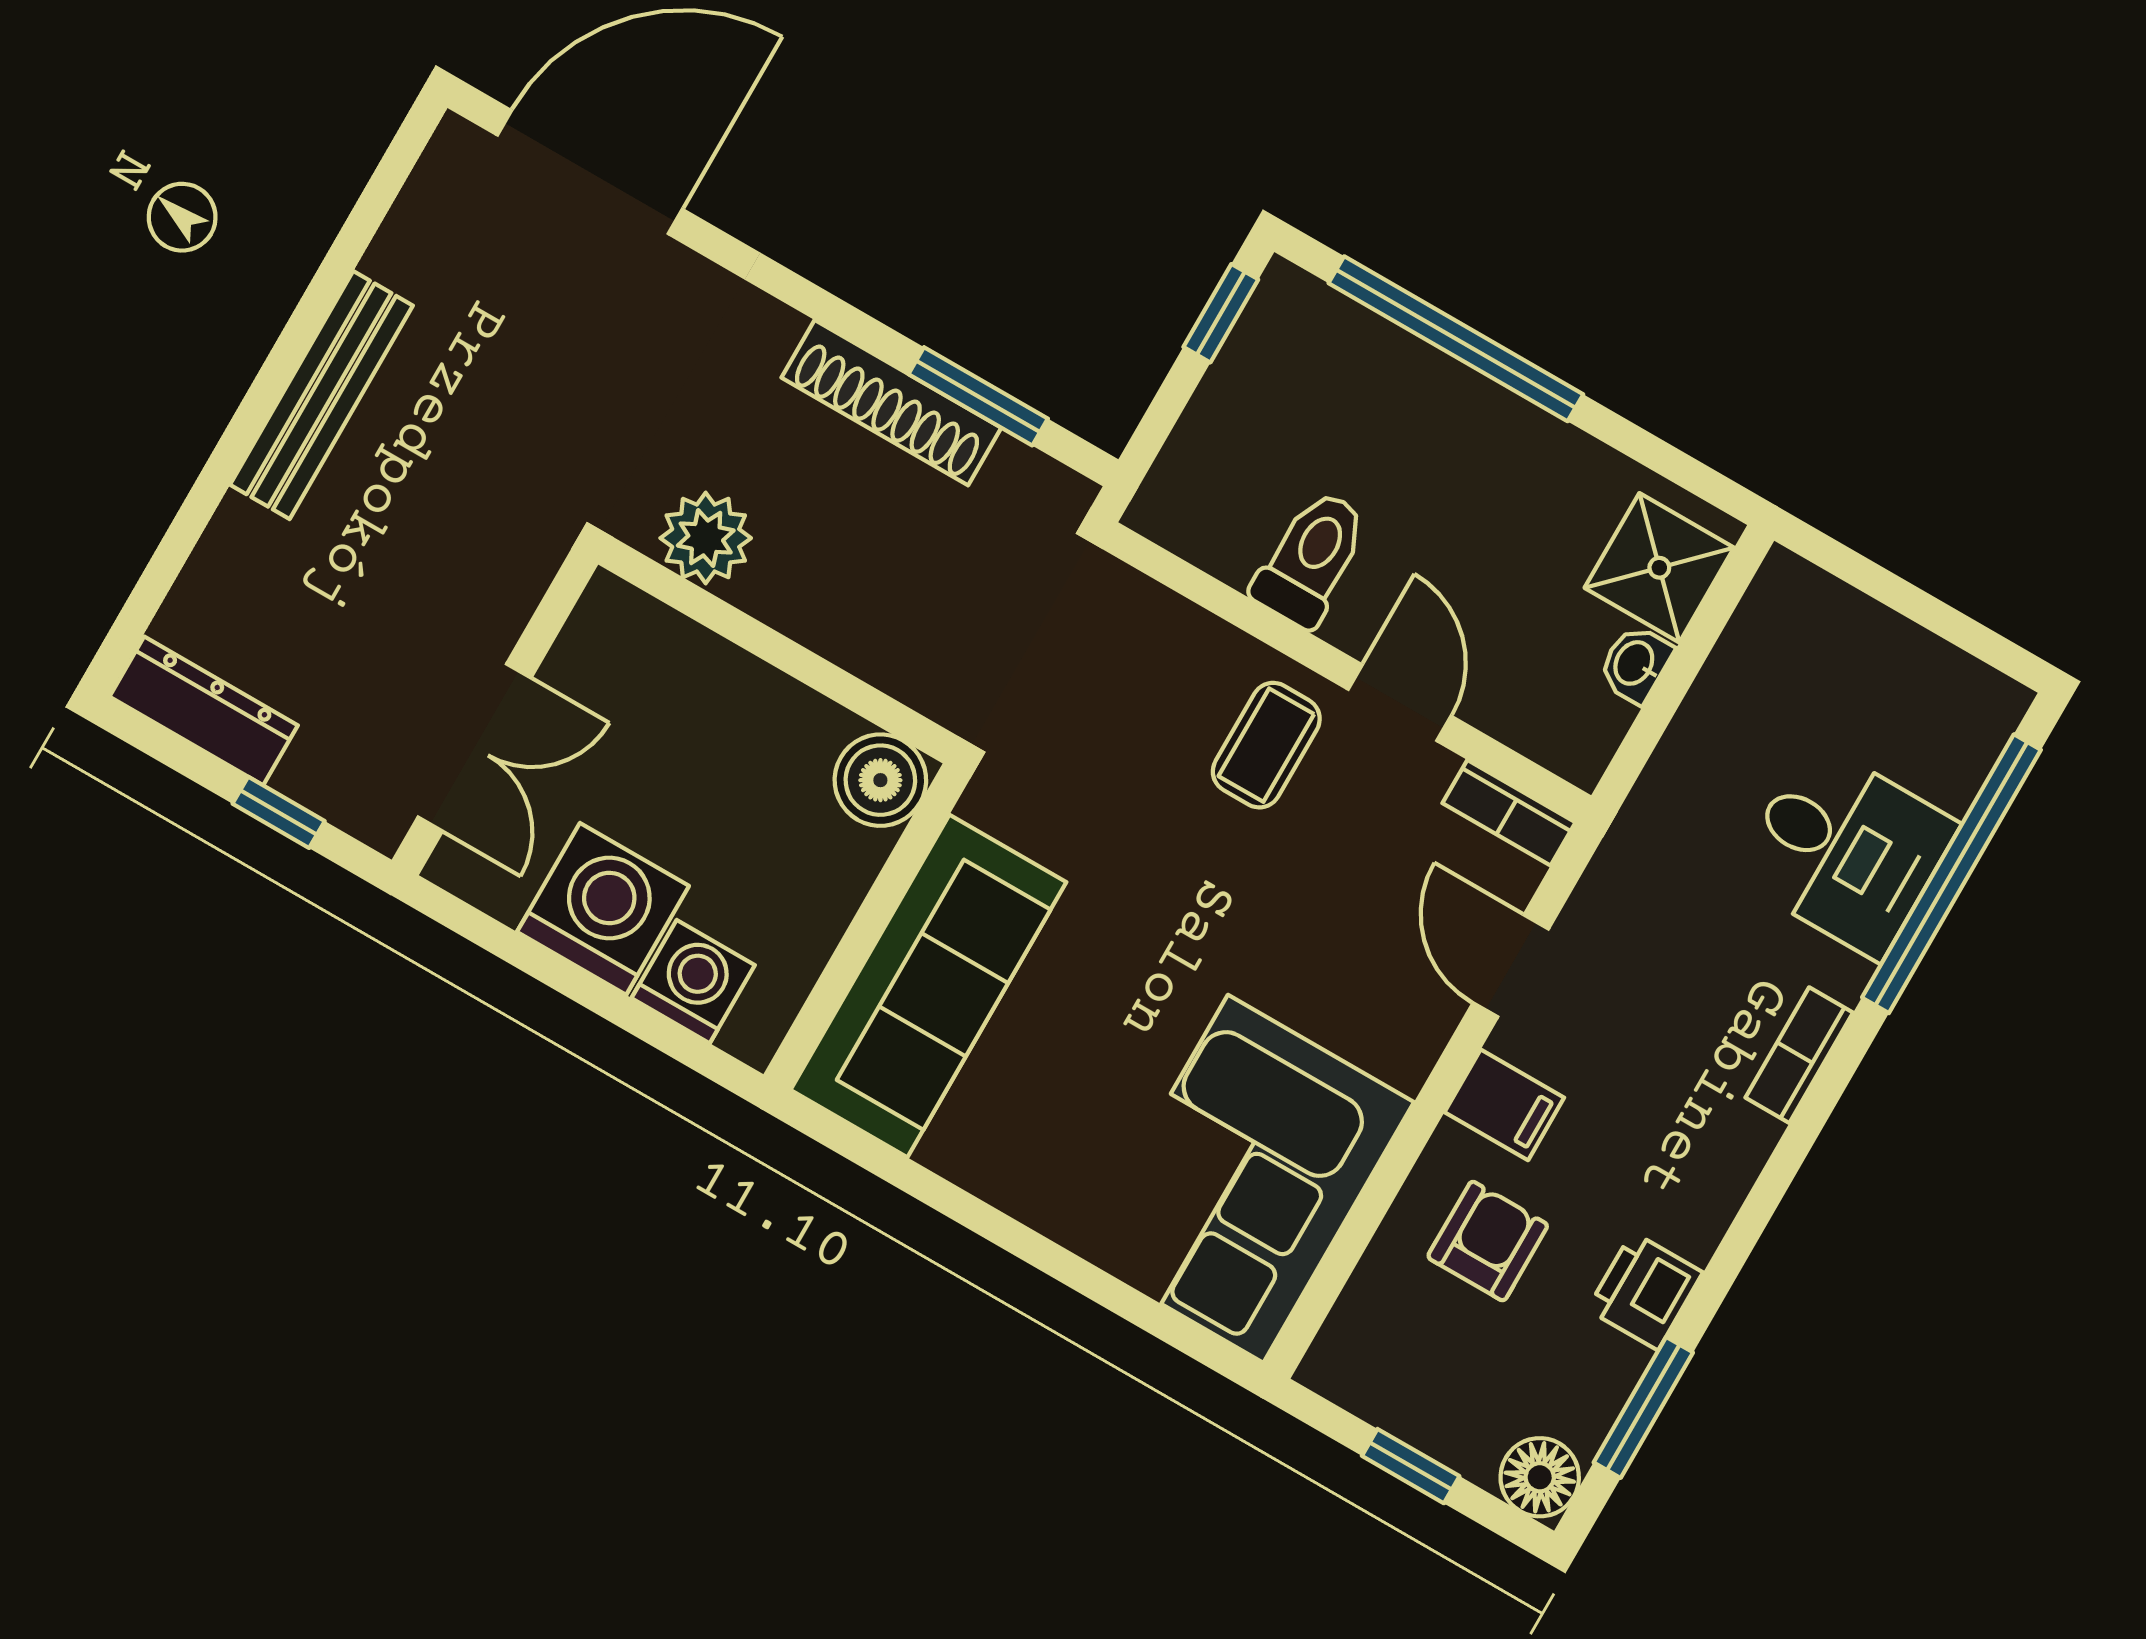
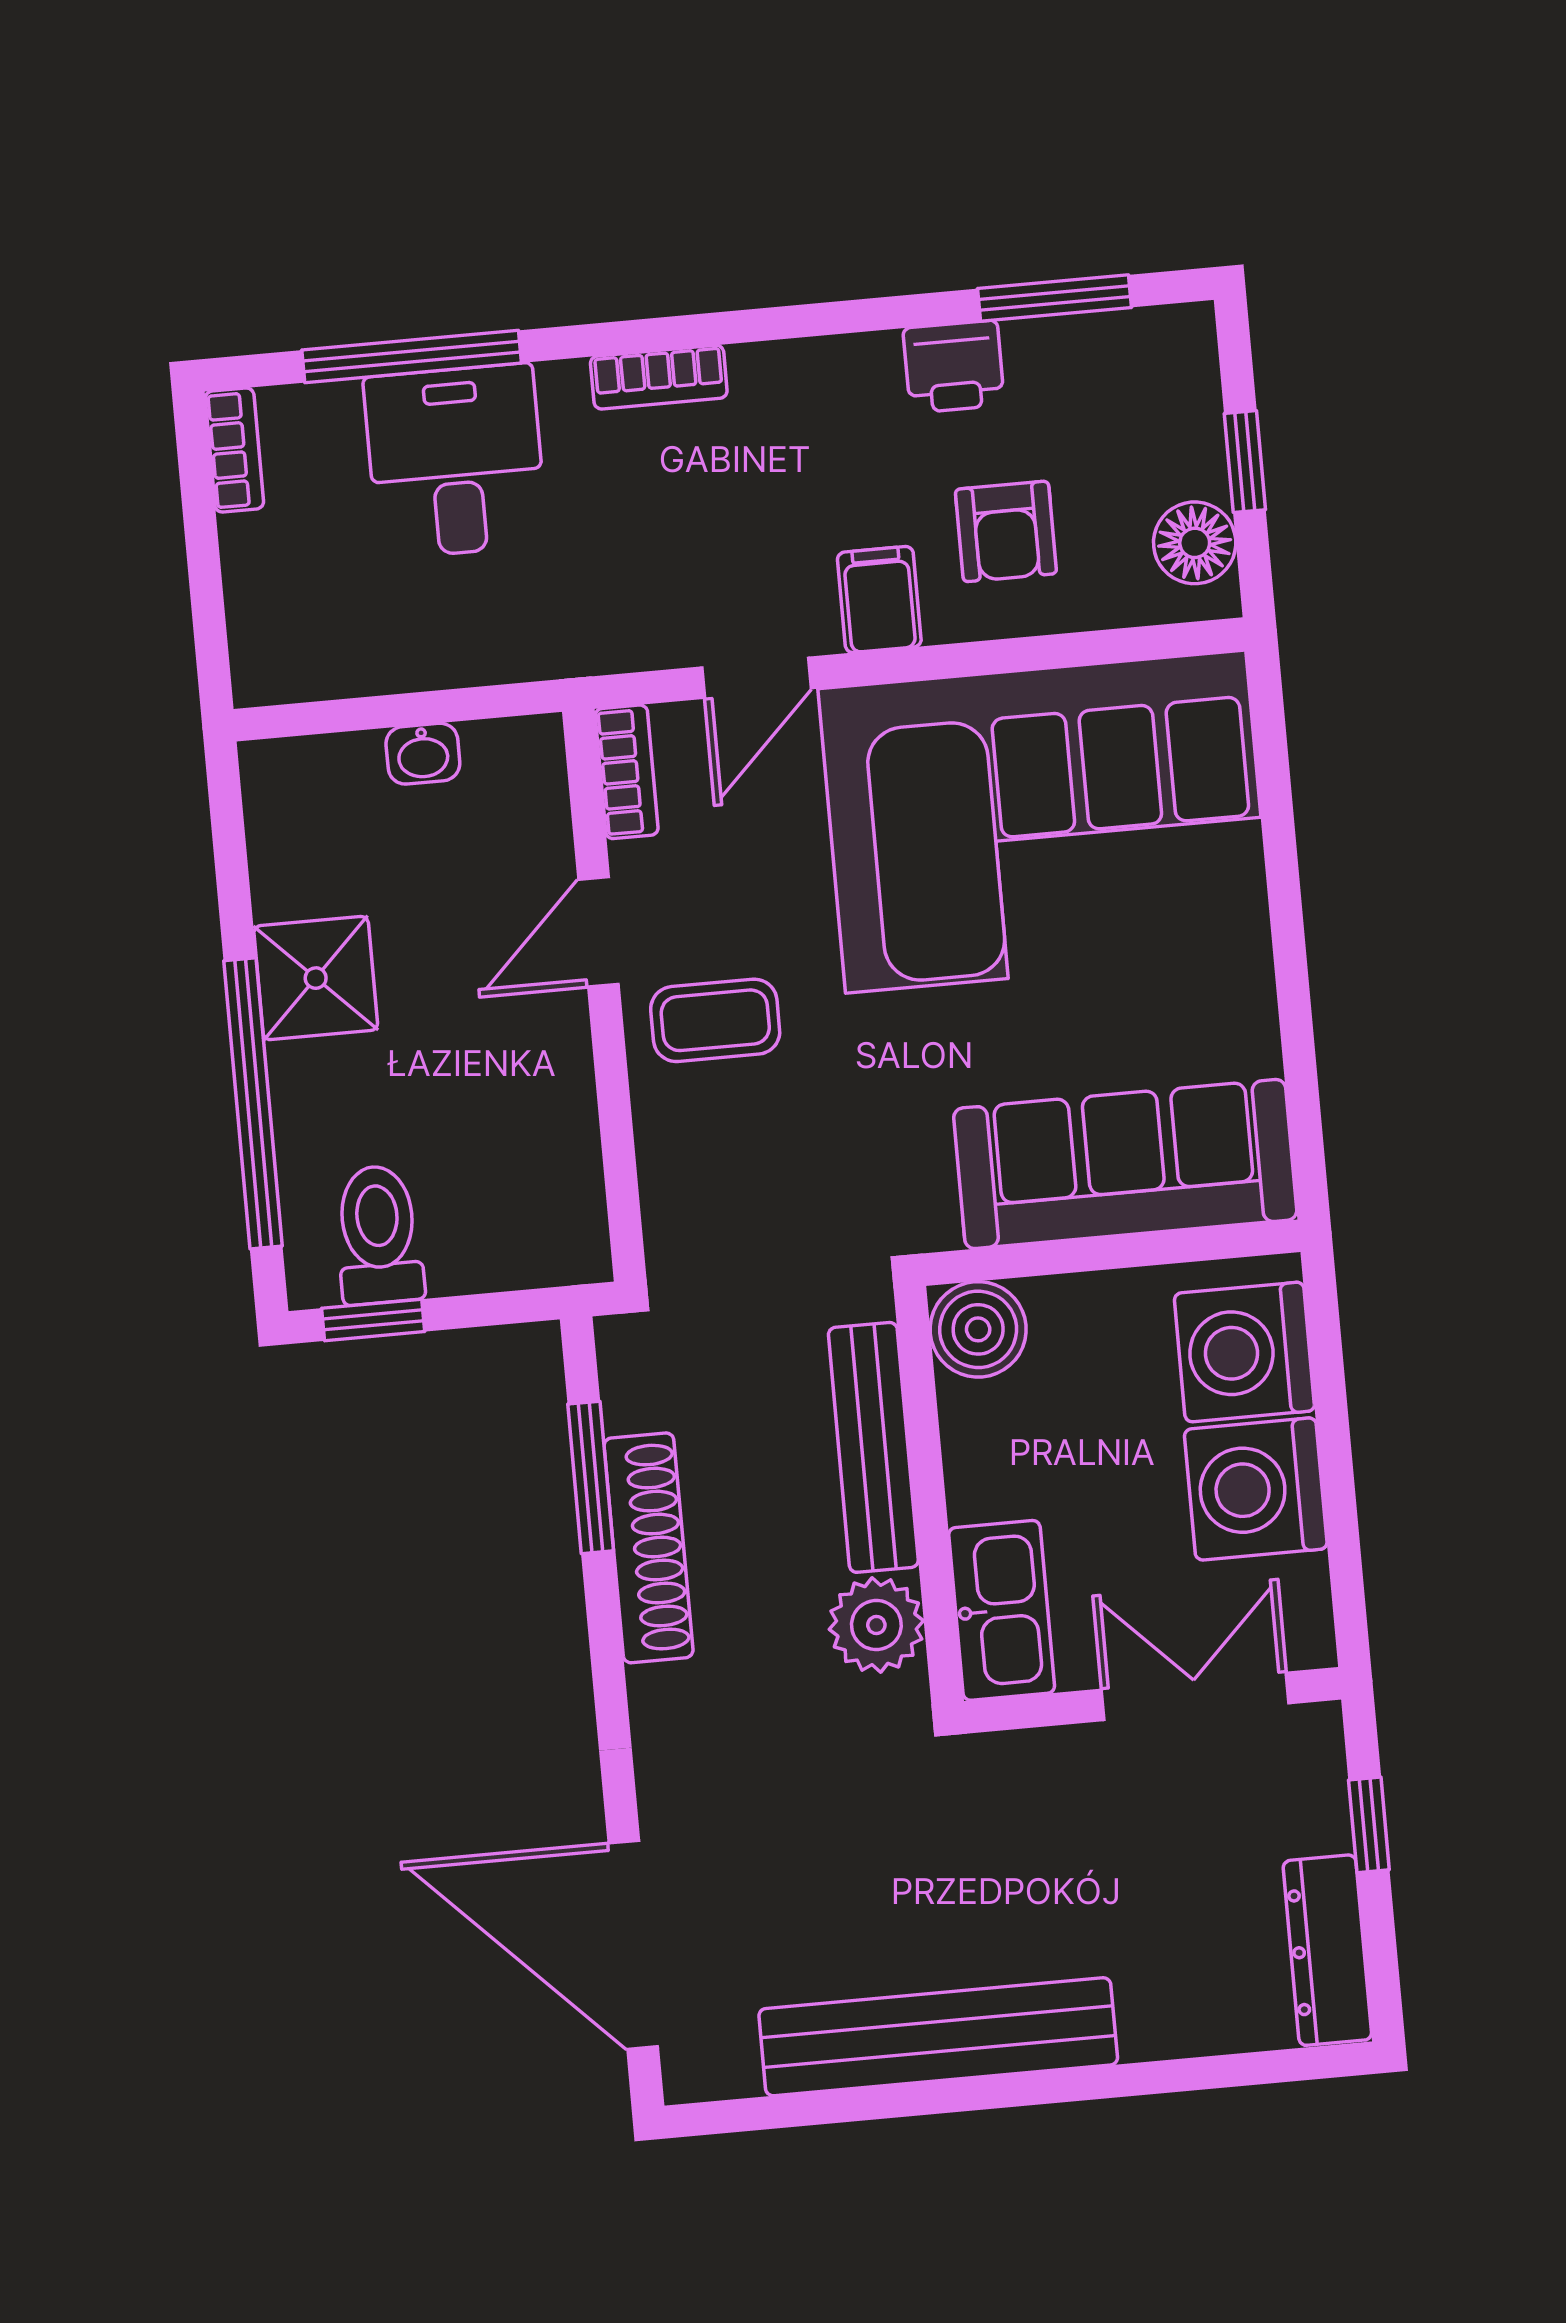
bench: (321, 395) -> (938, 2037), width x1.37, depth x1.21
toilet: (1311, 559) -> (379, 1235), moved, turned 90
shower: (1659, 568) -> (316, 978), moved
bench: (846, 633) -> (873, 1447), added
kitchen sink: (648, 644) -> (1002, 1610), added
bookcase: (1976, 684) -> (234, 450), added
window: (1951, 874) -> (412, 356), width x0.68
washing machine: (693, 982) -> (1244, 1352), width x1.37, depth x1.37
corner sofa: (1246, 1179) -> (1046, 822), width x1.36, depth x1.36
armchair: (1488, 1241) -> (1006, 531), turned -90
floor lamp: (1540, 1477) -> (1195, 543), moved

